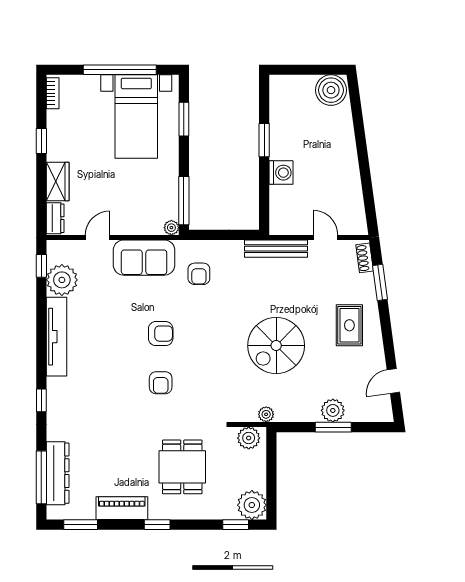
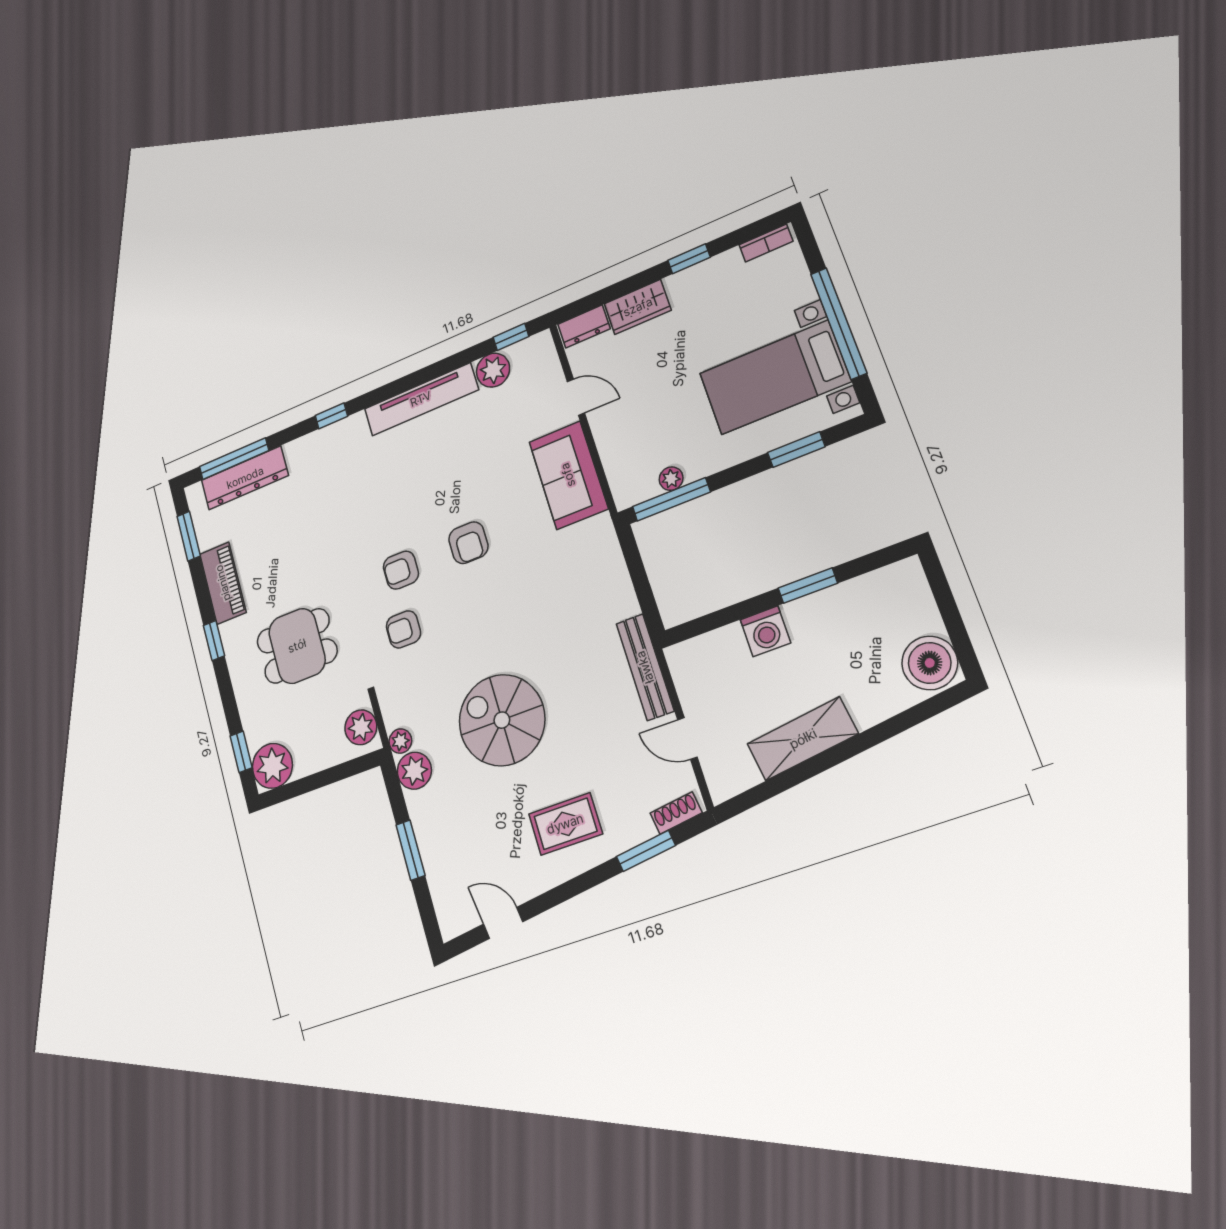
shelving: (348, 173) -> (803, 739), added
plant: (171, 228) -> (671, 479), moved
door: (325, 237) -> (687, 738), swing flipped
armchair: (199, 274) -> (403, 629), moved
plant: (62, 280) -> (493, 370), width x0.73, depth x0.73
plant: (333, 410) -> (414, 771), moved

